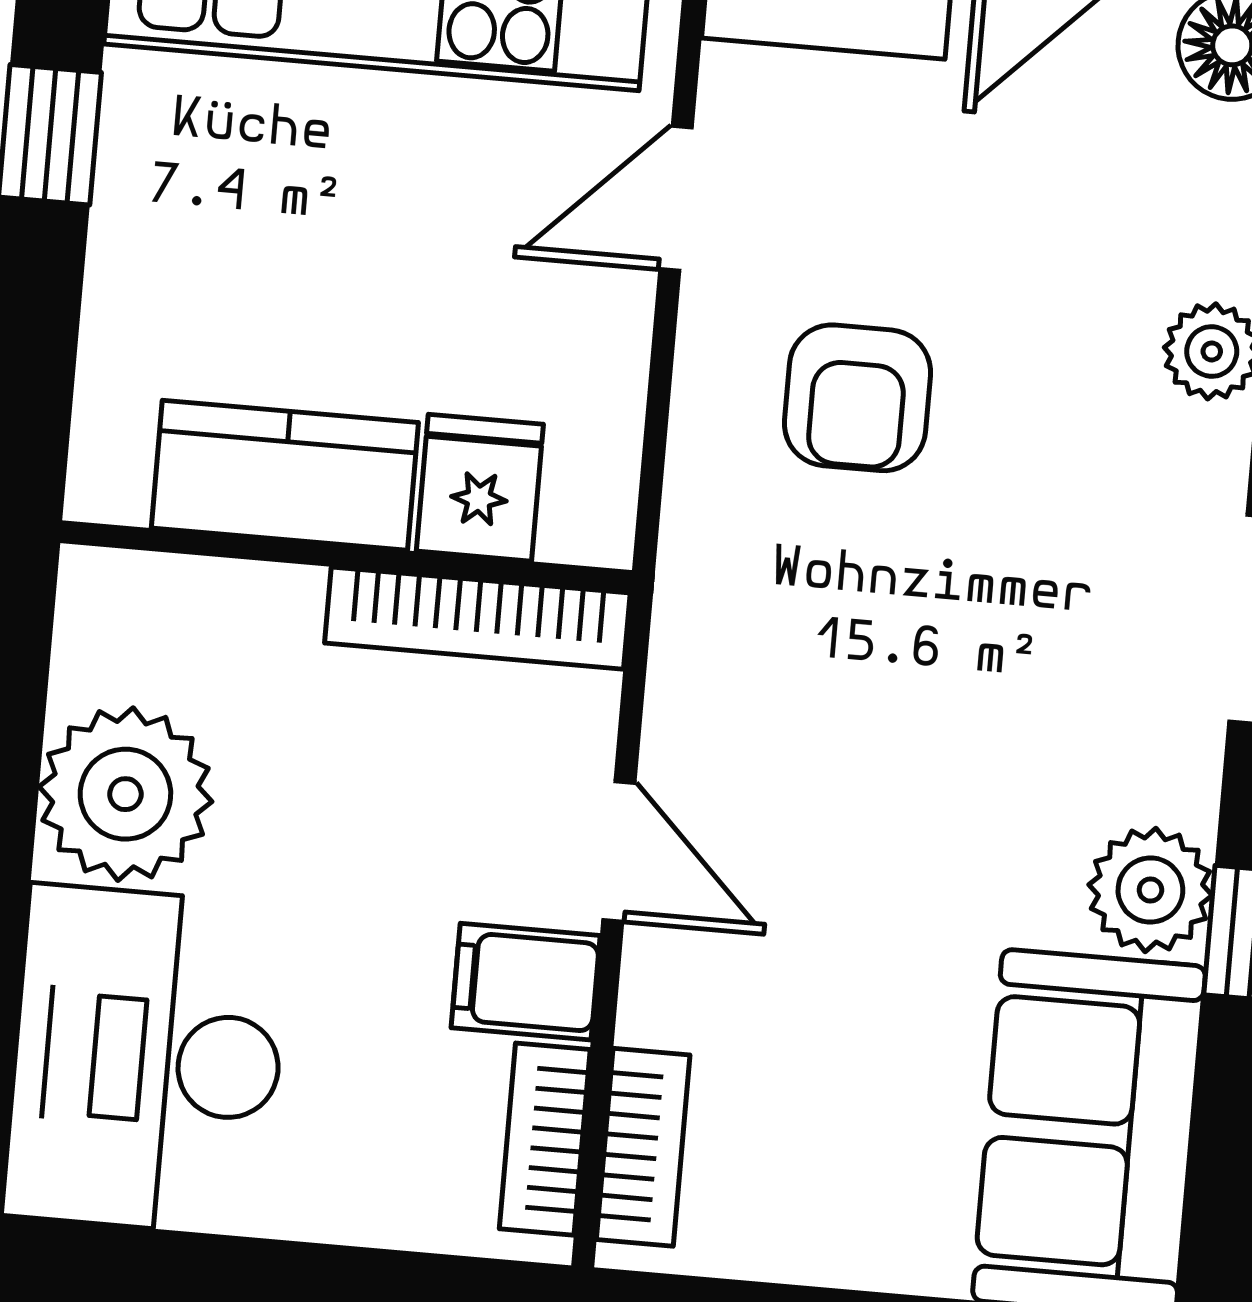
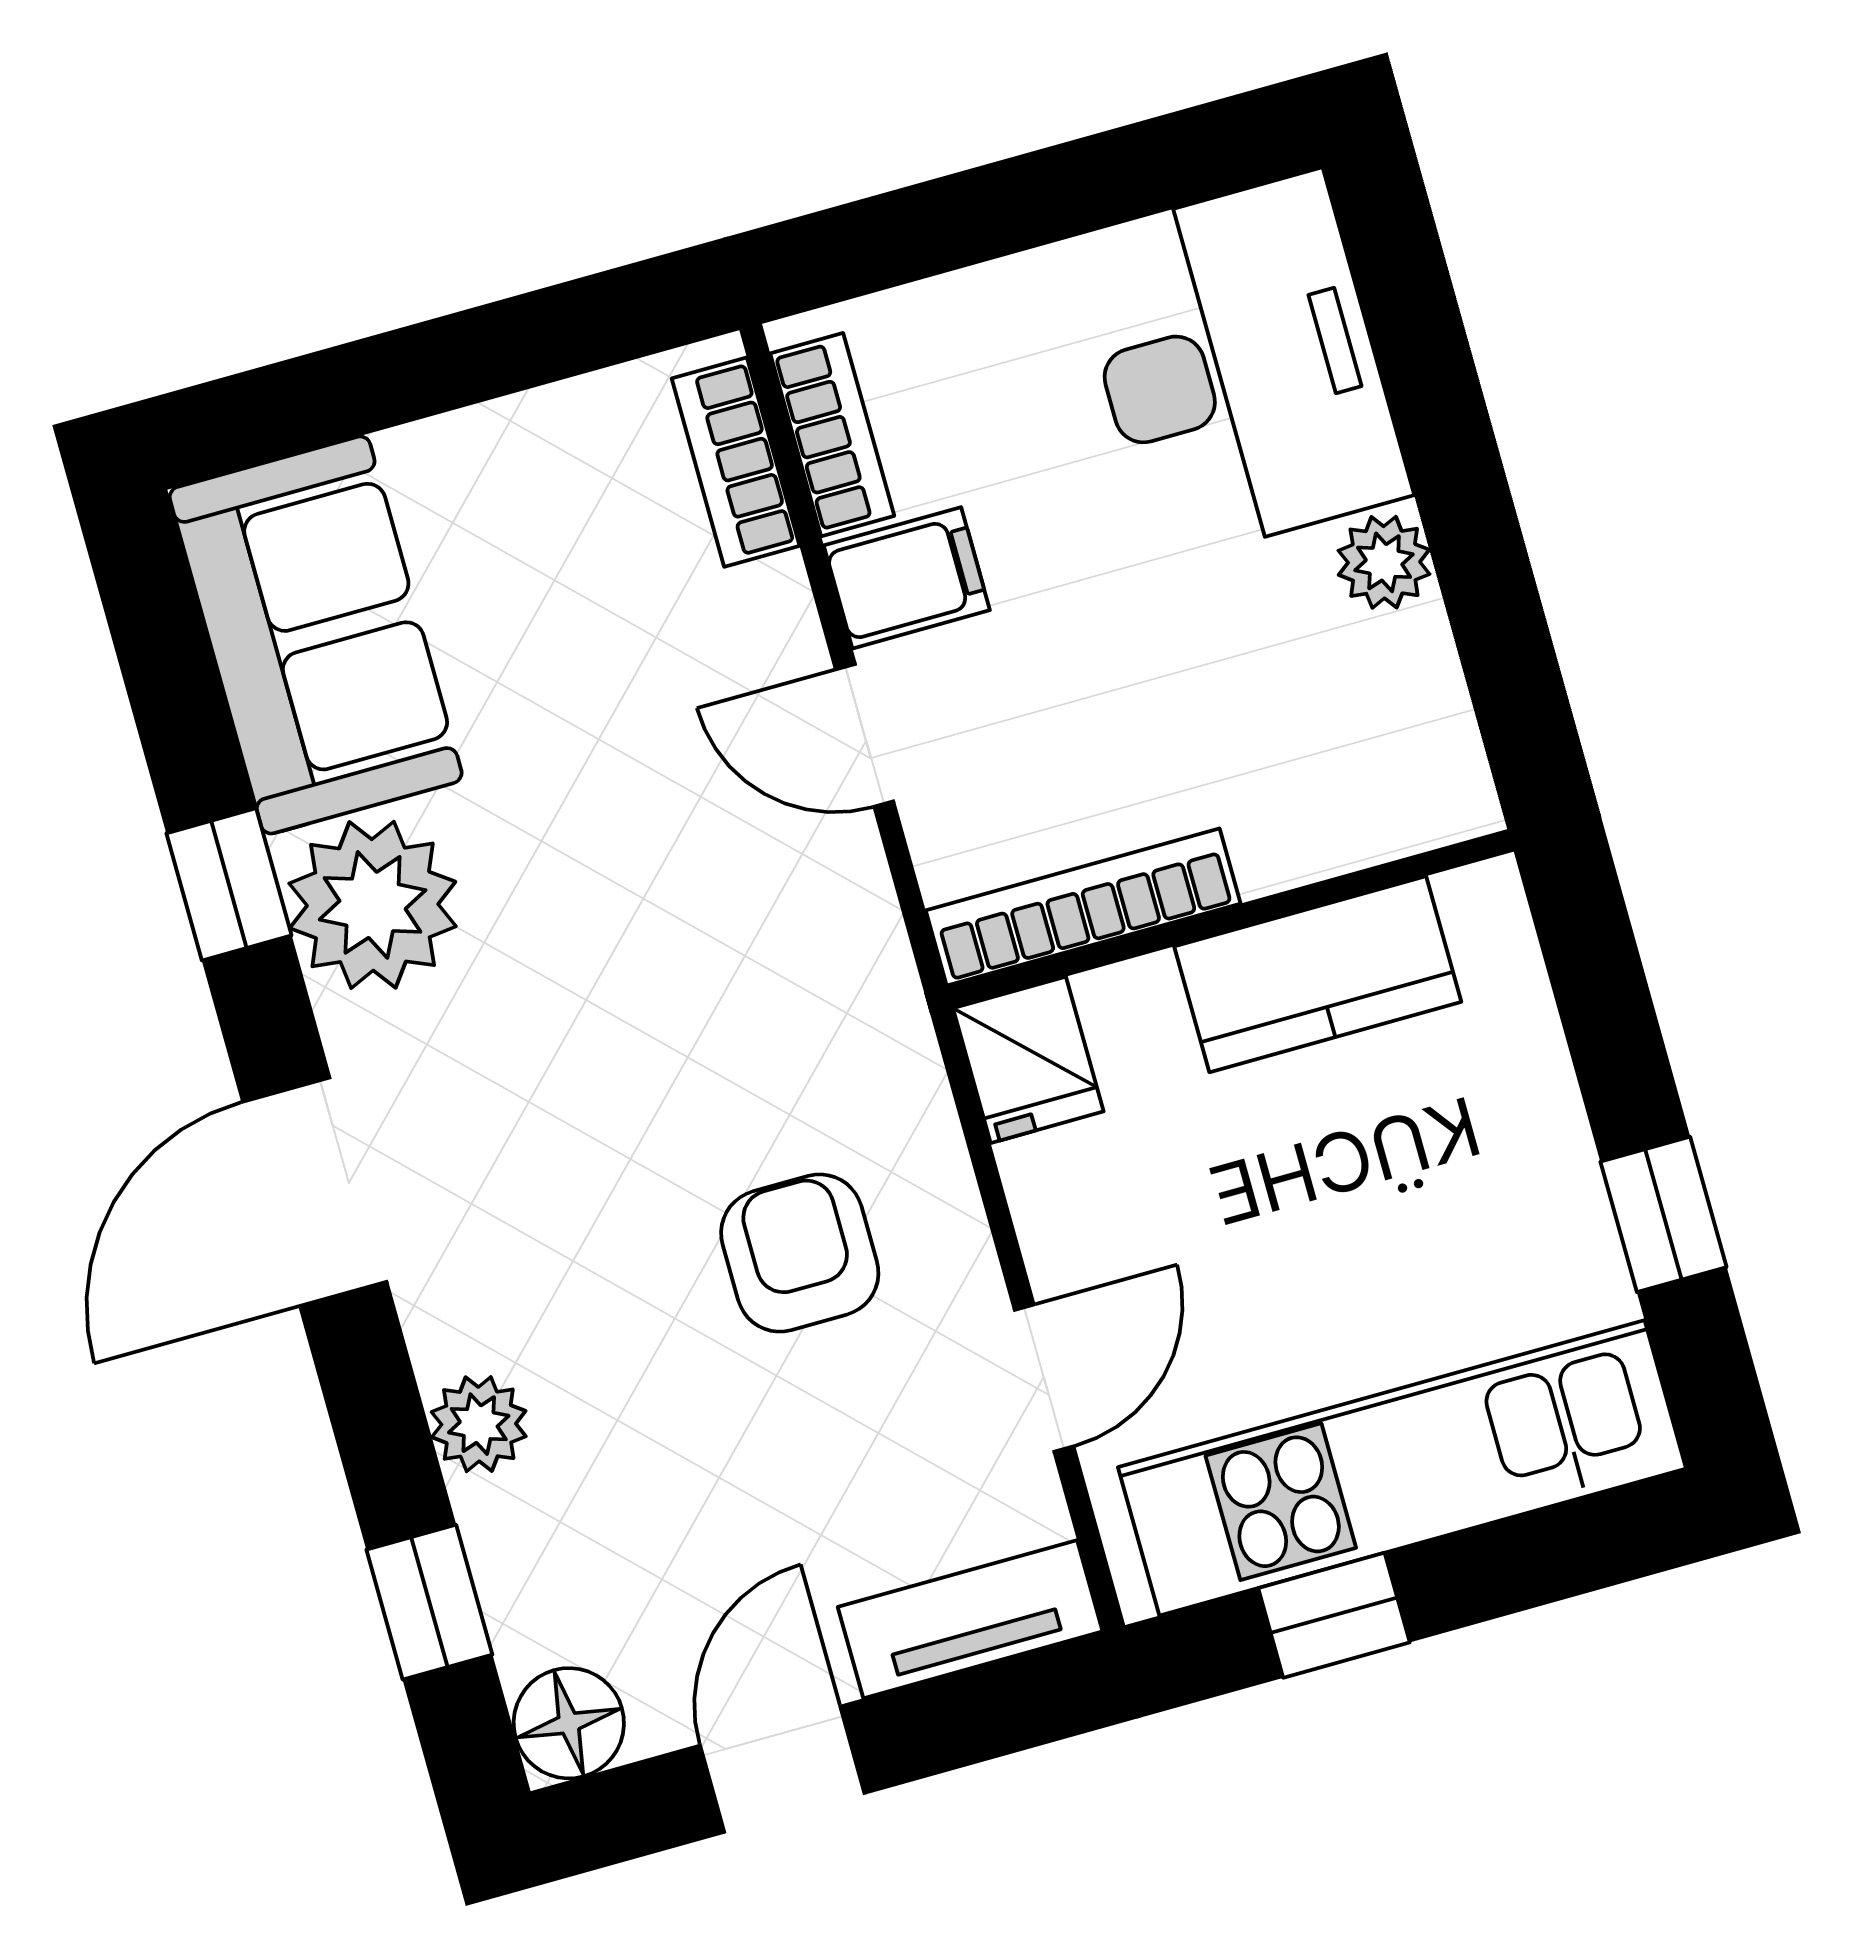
fridge: (480, 488) -> (1028, 1060), moved
plant: (125, 794) -> (1384, 562), width x0.53, depth x0.53
plant: (1150, 890) -> (373, 905), width x1.36, depth x1.36

